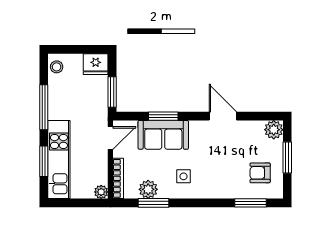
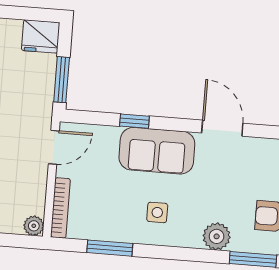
window: (163, 116) -> (134, 121), width x0.67
sofa: (163, 135) -> (157, 151), moved
plant: (148, 189) -> (217, 236), moved

